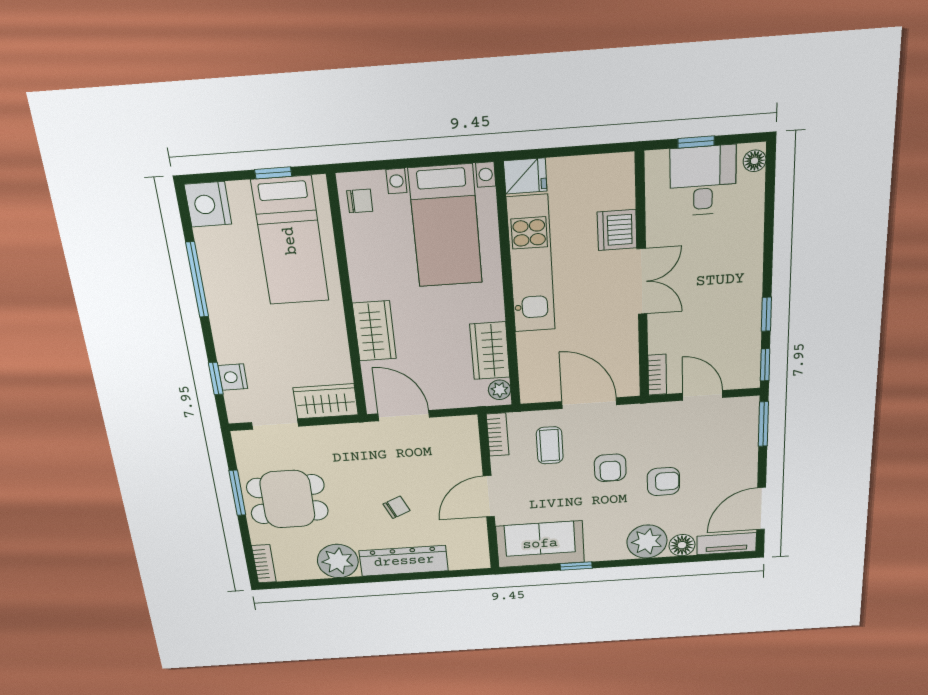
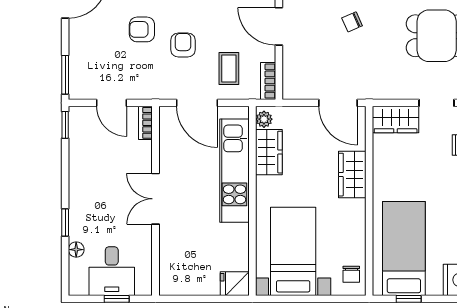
floor lamp: (755, 161) -> (76, 250), moved
chair: (360, 201) -> (351, 274), turned -90
dishwasher: (617, 230) -> (172, 239), removed
kitchen unit: (531, 264) -> (234, 171), moved
window: (766, 314) -> (65, 223), moved
door: (489, 496) -> (279, 26), swing flipped

